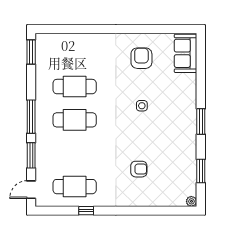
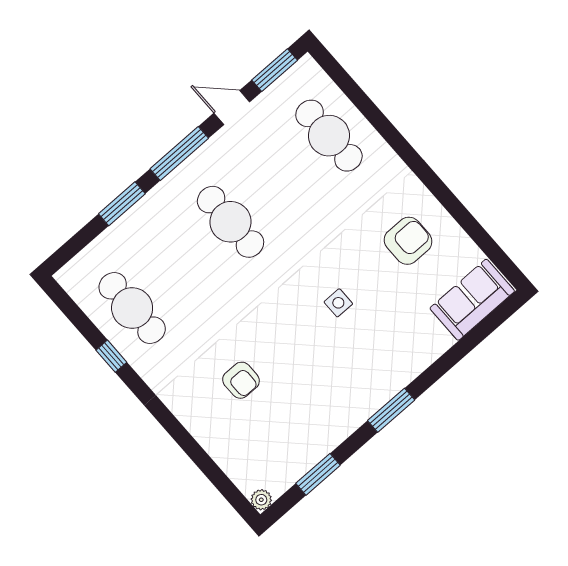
cafe table: (75, 87) -> (329, 136), moved
door: (31, 190) -> (232, 107), moved

